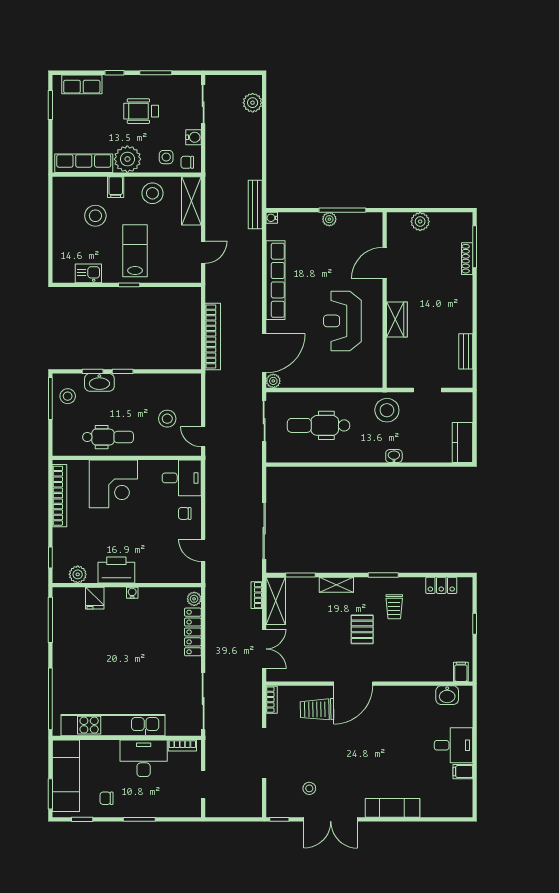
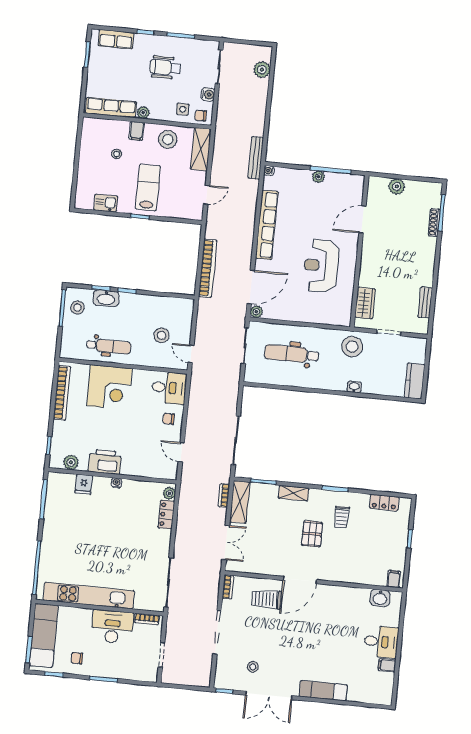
plant: (127, 159) -> (143, 113), width x0.53, depth x0.53
stool: (95, 216) -> (117, 154), width x0.53, depth x0.53
wardrobe: (397, 320) -> (365, 303), moved
locker: (193, 632) -> (166, 514), width x0.66

